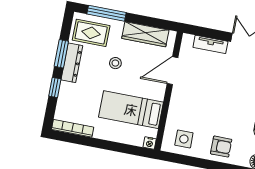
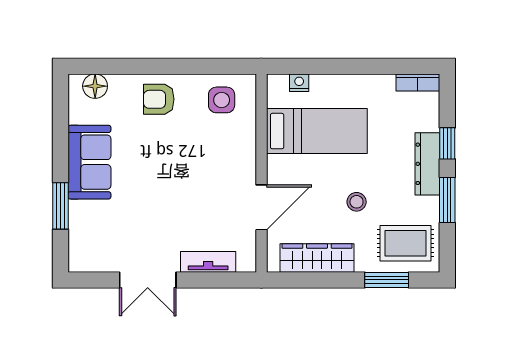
window: (107, 13) -> (387, 280), width x0.69
dresser: (72, 63) -> (427, 164), moved
bookcase: (73, 128) -> (418, 82), width x0.64
nightstand: (150, 143) -> (299, 83), moved

